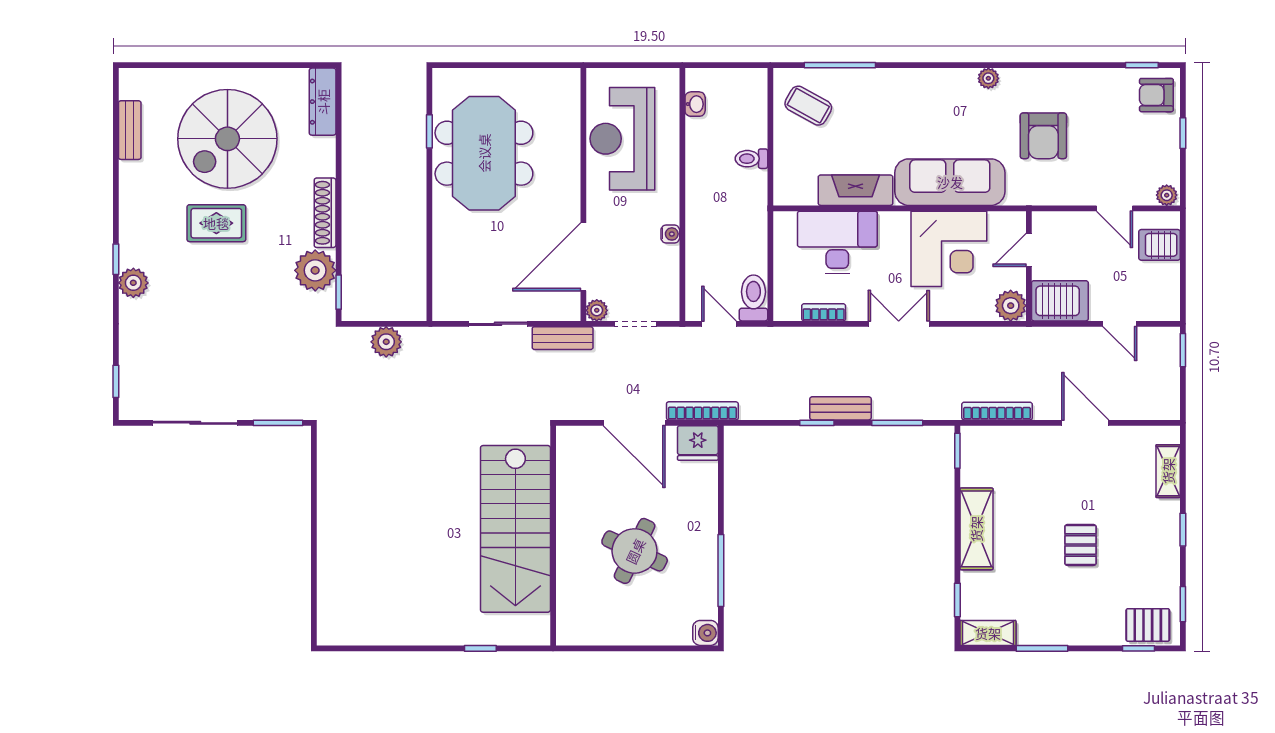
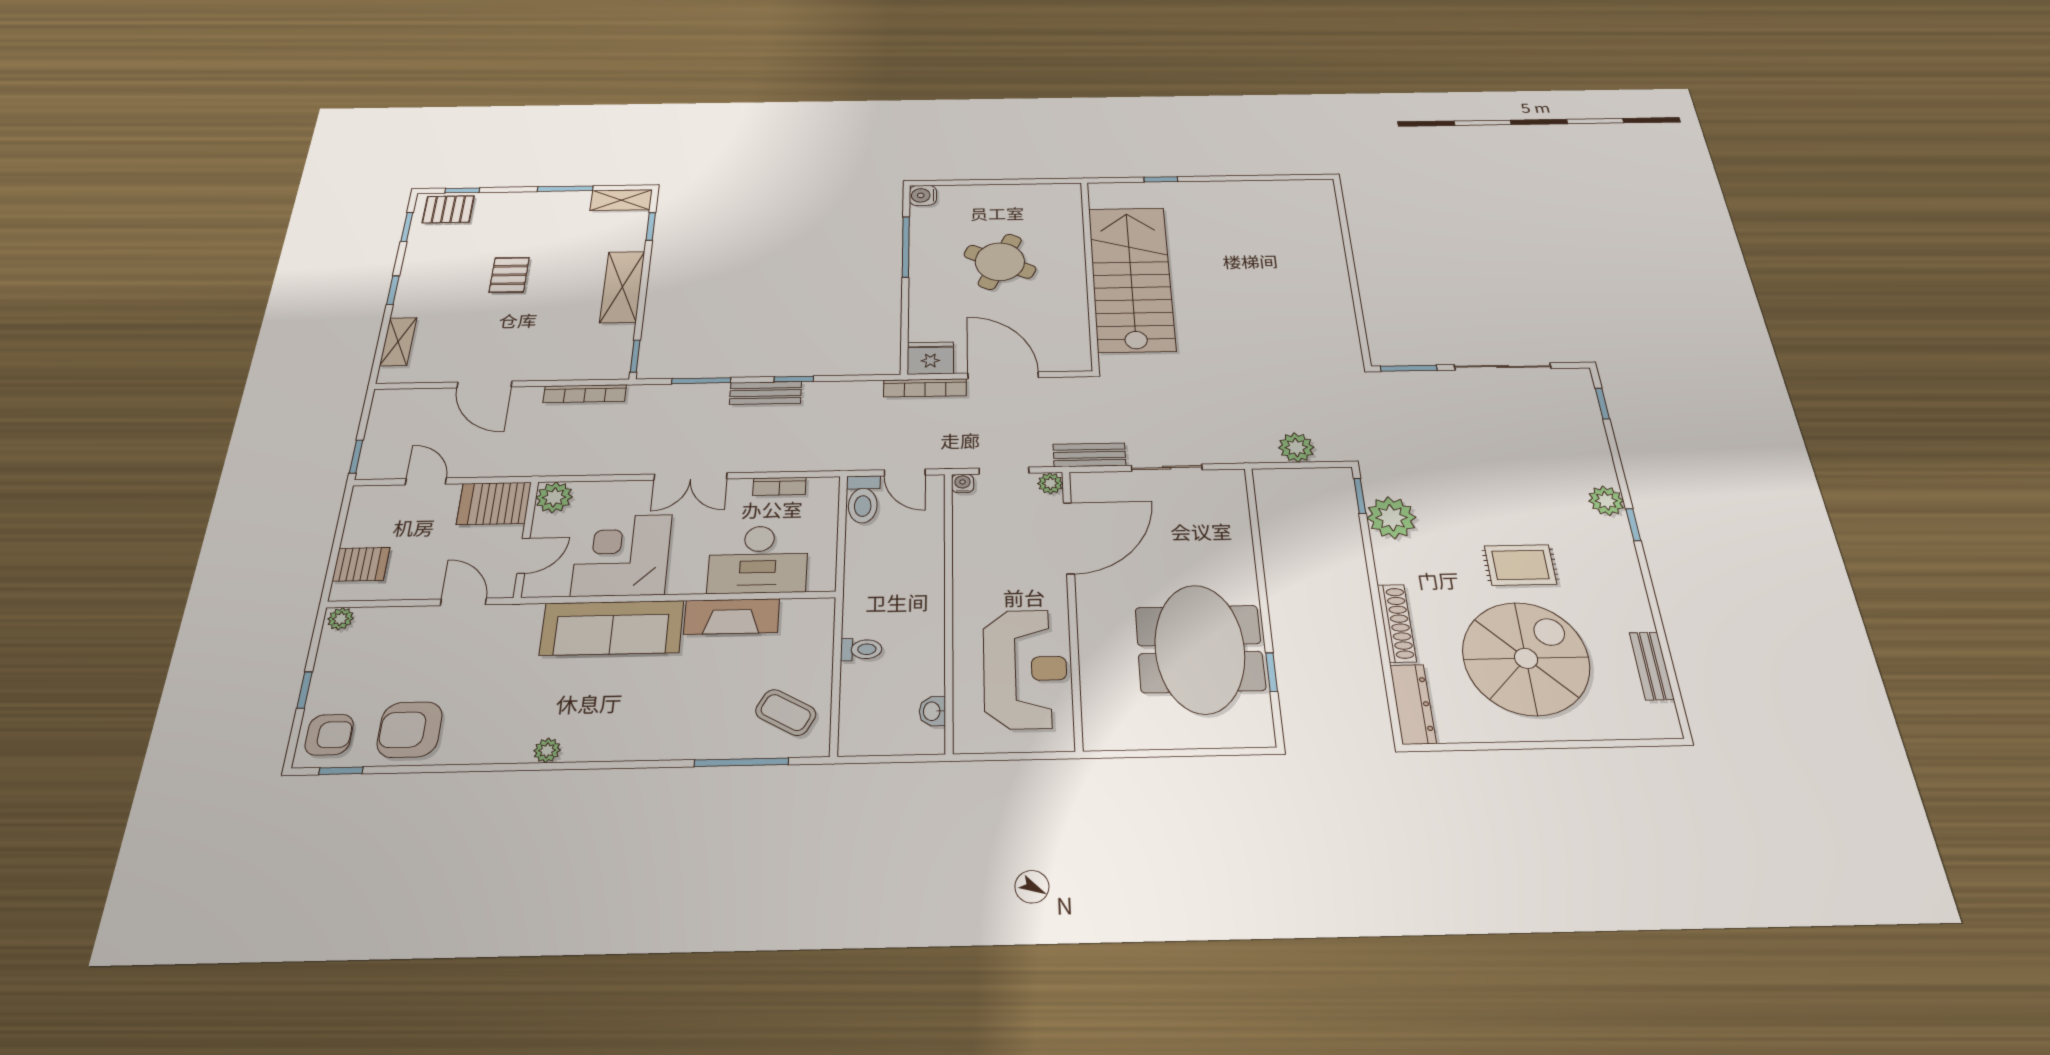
armchair: (1043, 136) -> (410, 730), moved, turned -90
door: (1114, 208) -> (463, 602), moved
shoe rack: (325, 213) -> (1397, 623), moved
water cooler: (670, 234) -> (963, 483), moved, turned 90

